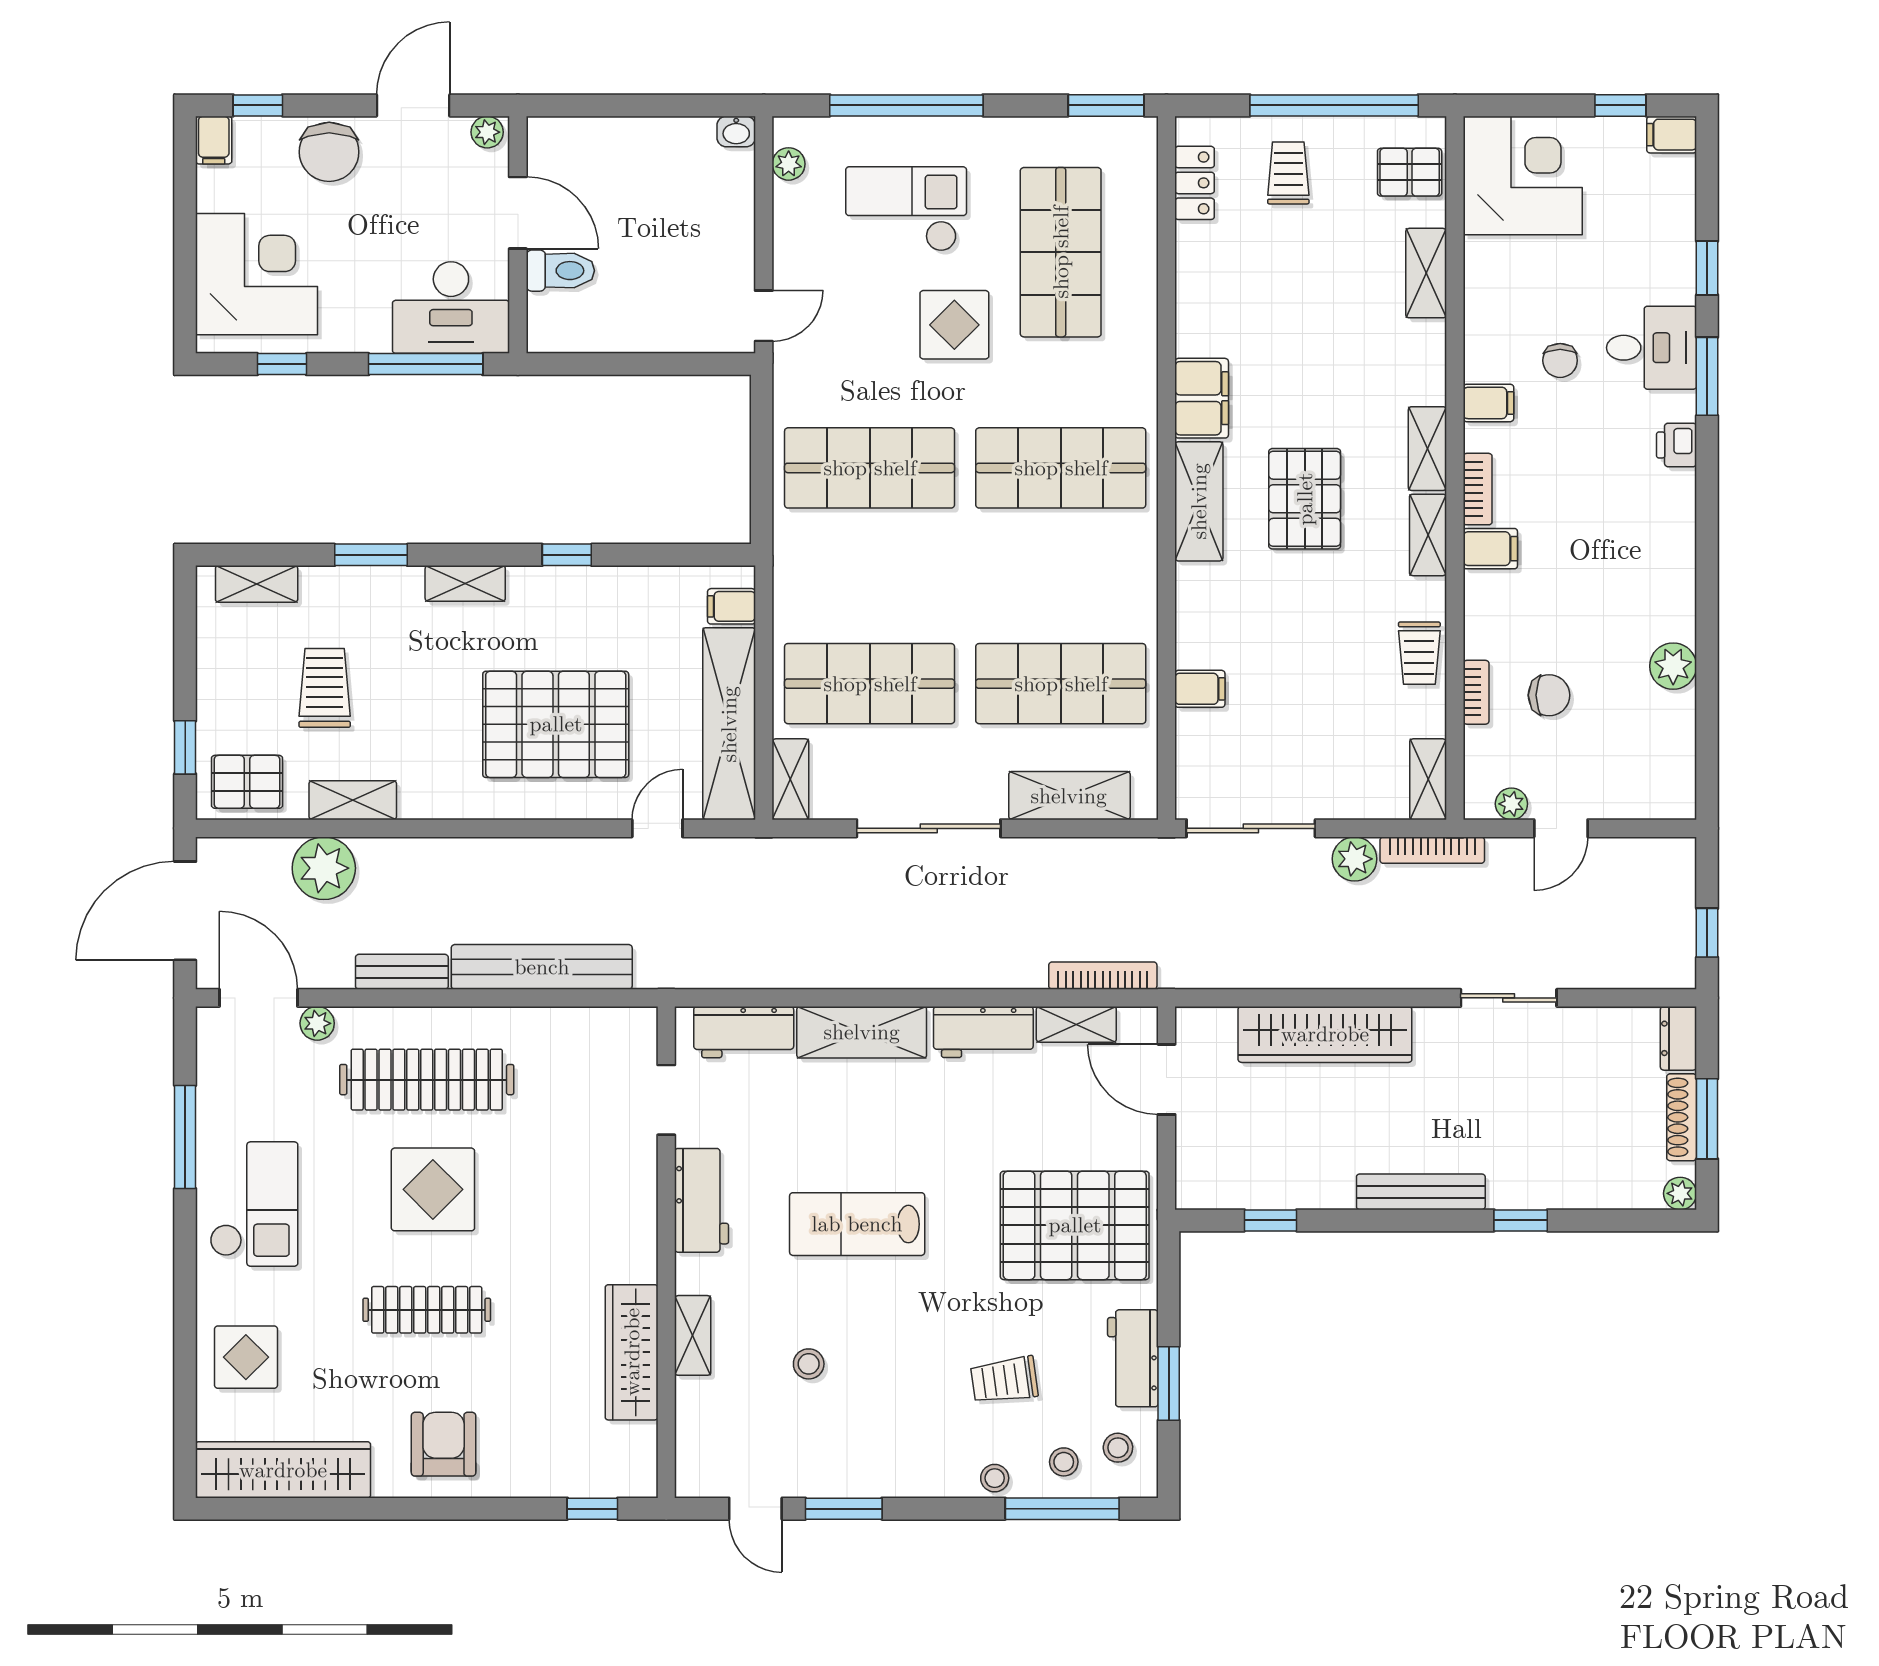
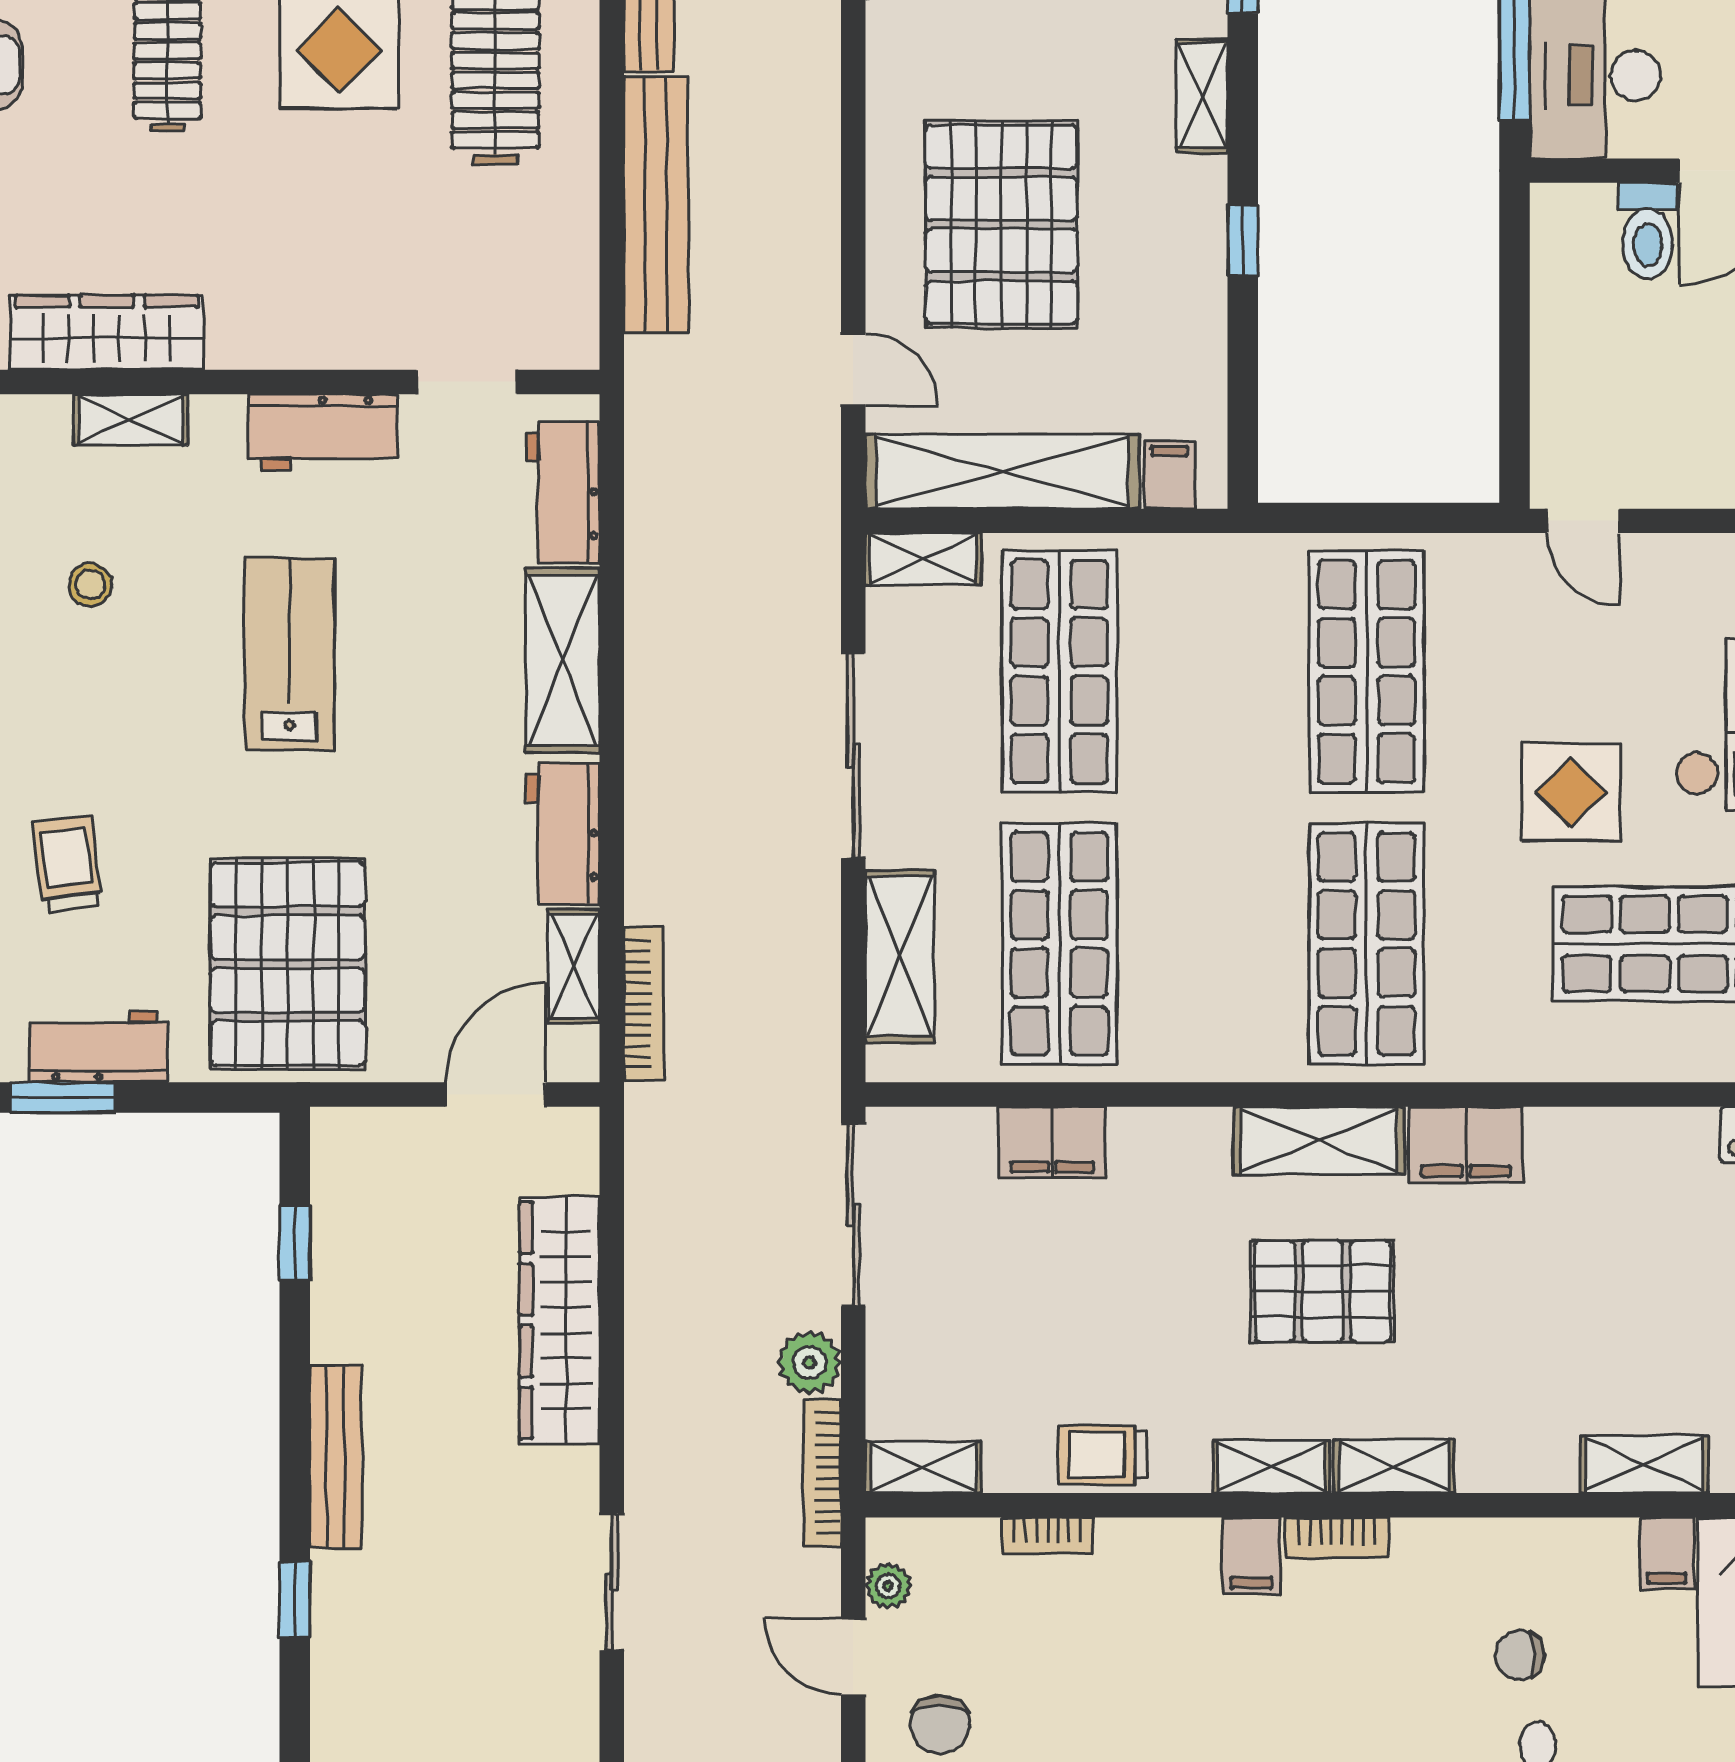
filing cabinet: (1488, 403) -> (1667, 1553), moved
filing cabinet: (1200, 689) -> (1052, 1142), width x2.00
chair: (1549, 695) -> (940, 1724), moved

